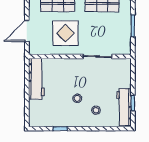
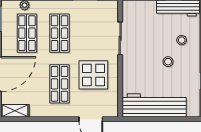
workbench: (36, 79) -> (154, 105), width x1.36, depth x1.32

